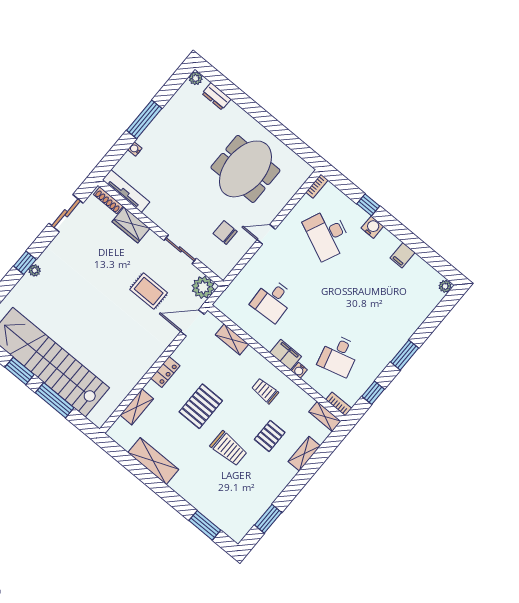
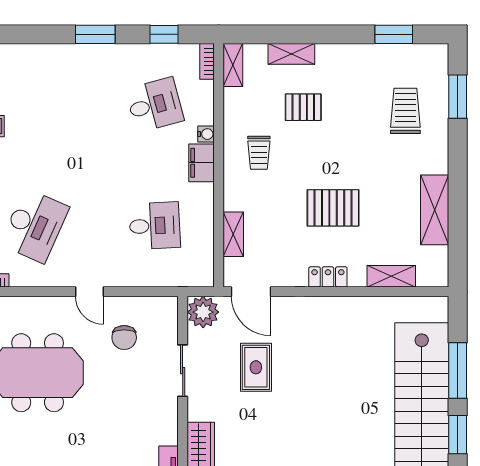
trolley: (229, 449) -> (405, 111), moved

